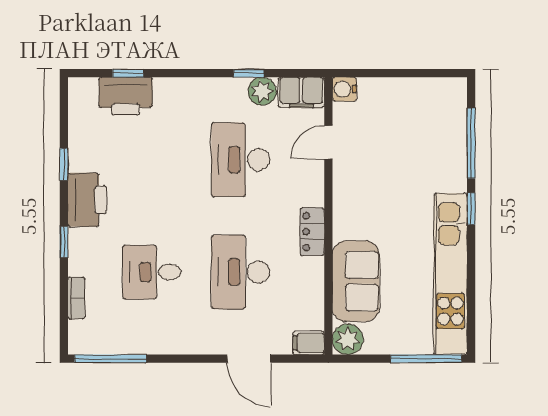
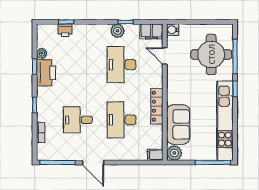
plant: (262, 91) -> (117, 31), moved
printer: (126, 96) -> (65, 30), width x0.53, depth x0.68
plant: (78, 137) -> (42, 53), added
round table: (423, 139) -> (211, 54), added
door: (328, 142) -> (165, 56), hinge flipped
printer: (87, 200) -> (46, 73), moved
locker: (312, 232) -> (157, 106), width x1.53
door: (249, 359) -> (93, 163), moved

